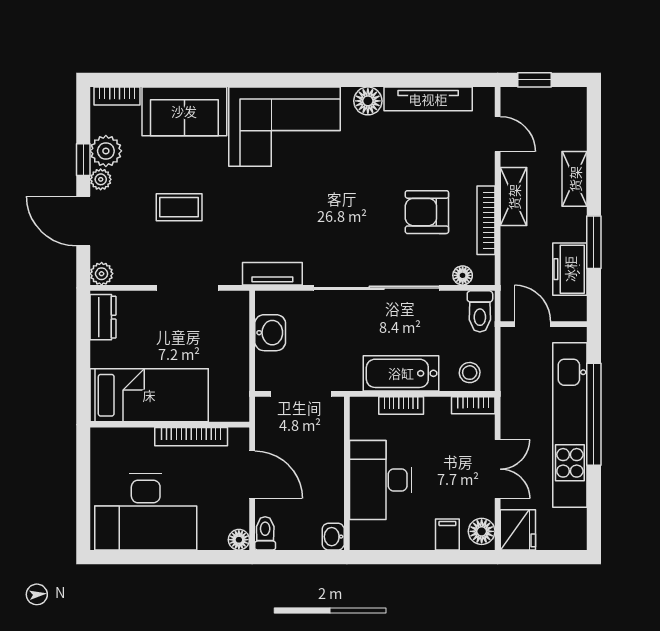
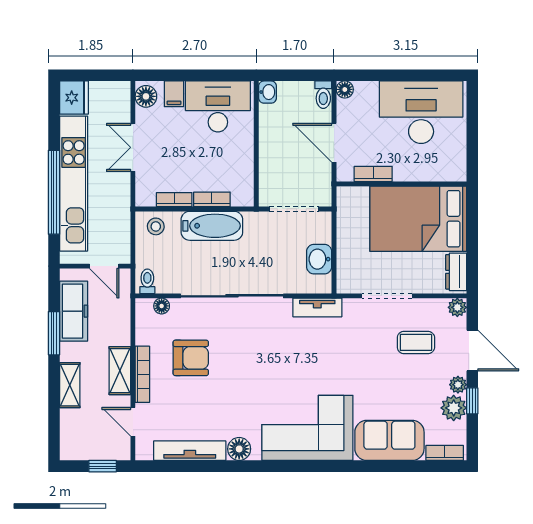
coffee table: (179, 207) -> (416, 342), moved
bookcase: (486, 220) -> (142, 374), moved
freezer: (570, 269) -> (74, 311), width x1.40
toilet: (480, 311) -> (147, 281), width x0.73, depth x0.72
bed: (149, 395) -> (418, 219), width x1.50
bookcase: (473, 405) -> (174, 200), moved
bookcase: (191, 437) -> (373, 174), width x0.64
desk: (381, 480) -> (218, 106), moved, turned -90
fridge: (518, 530) -> (74, 98), moved, turned 180

